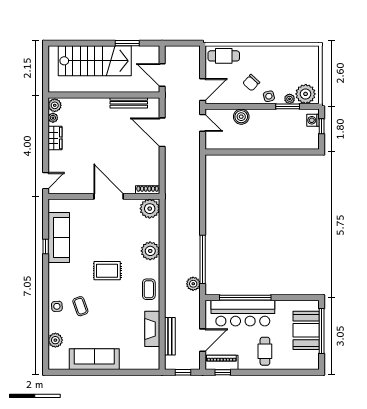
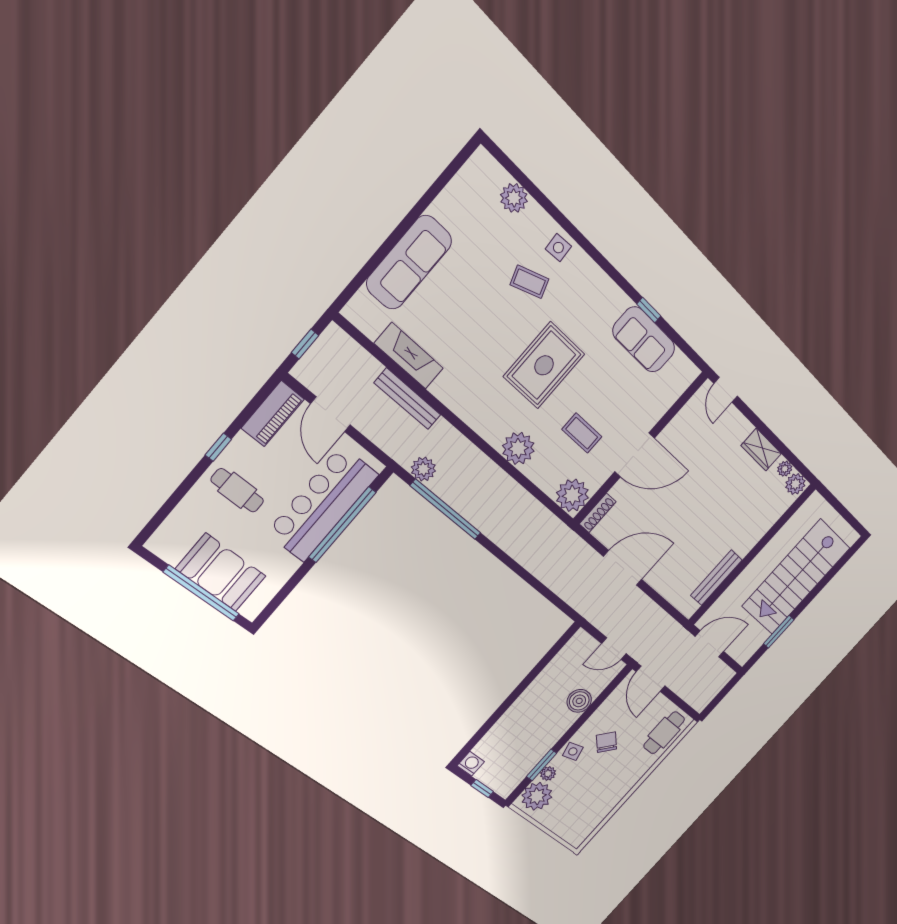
washing machine: (313, 120) -> (471, 764), moved
door: (162, 132) -> (623, 568), moved
sofa: (59, 237) -> (644, 340), width x0.73
rug: (107, 271) -> (544, 365), width x1.36, depth x1.43
coffee table: (149, 289) -> (582, 433), moved
bench: (170, 336) -> (407, 399), moved
sofa: (94, 359) -> (409, 262), moved
window: (223, 372) -> (218, 447), moved

